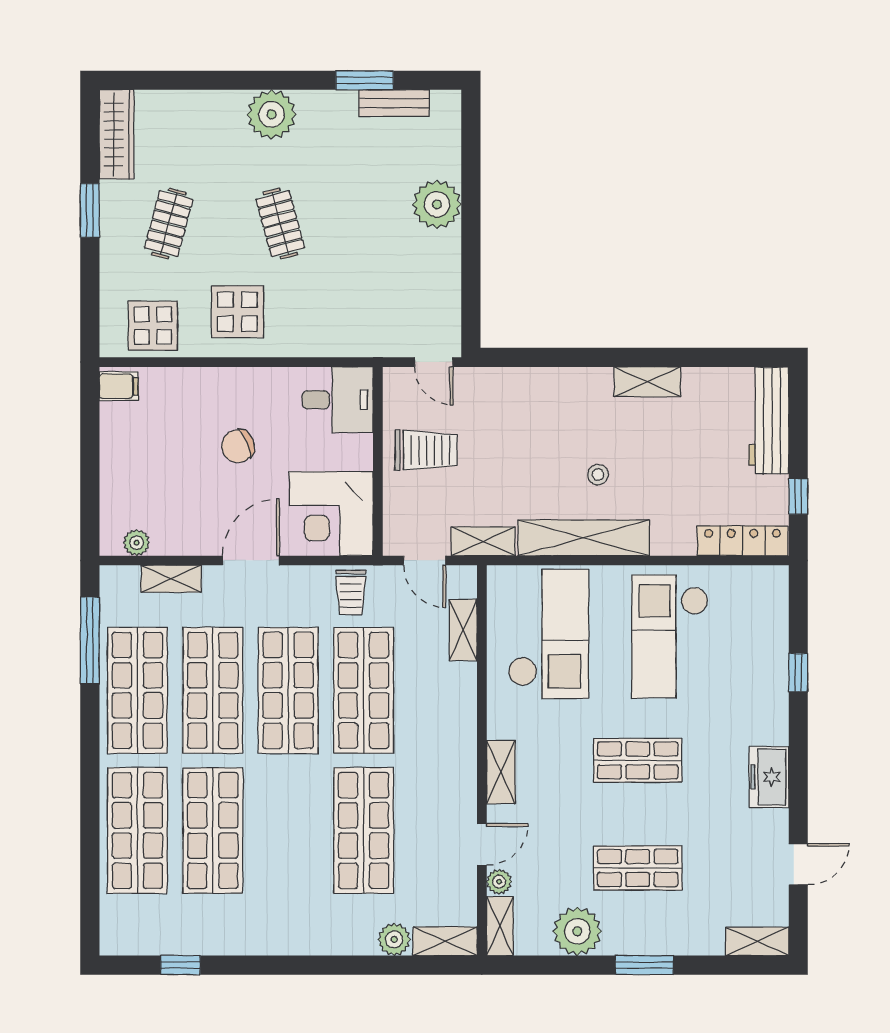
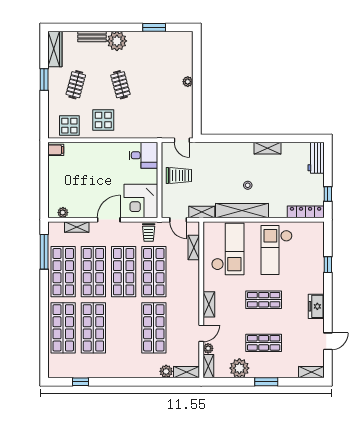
bench: (394, 103) -> (92, 36), moved
plant: (437, 204) -> (188, 82), width x0.53, depth x0.53
workbench: (769, 421) -> (316, 158), width x0.73
chair: (238, 446) -> (103, 174), removed

